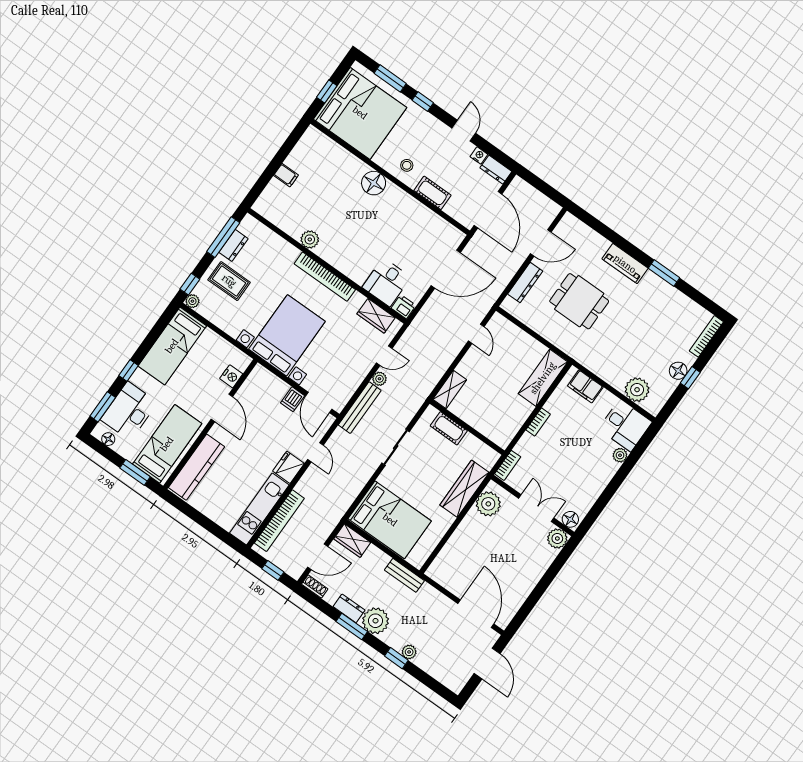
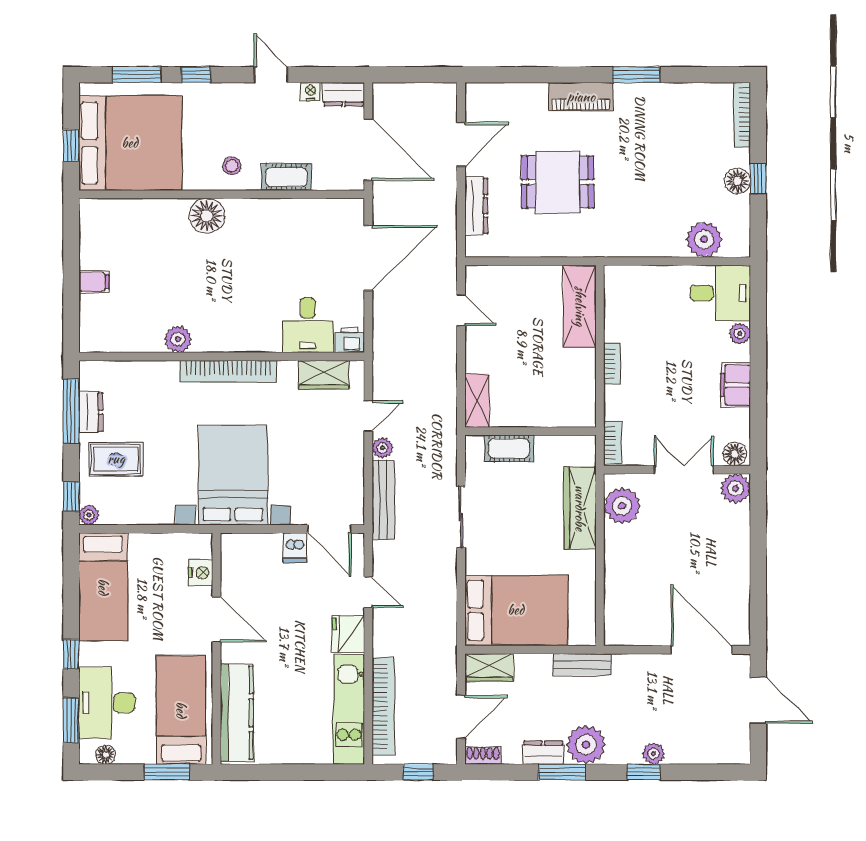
filing cabinet: (585, 386) -> (736, 385), moved, turned 90

